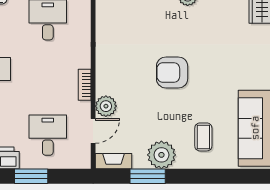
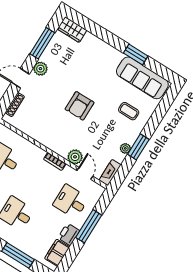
plant: (161, 155) -> (125, 148), width x0.53, depth x0.53
window: (31, 176) -> (89, 226), width x1.44
window: (148, 176) -> (138, 147), moved

